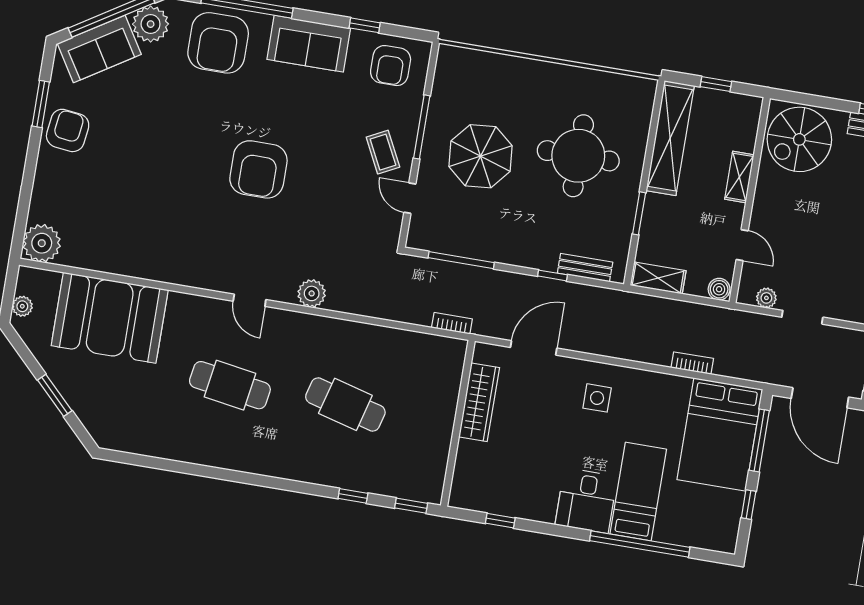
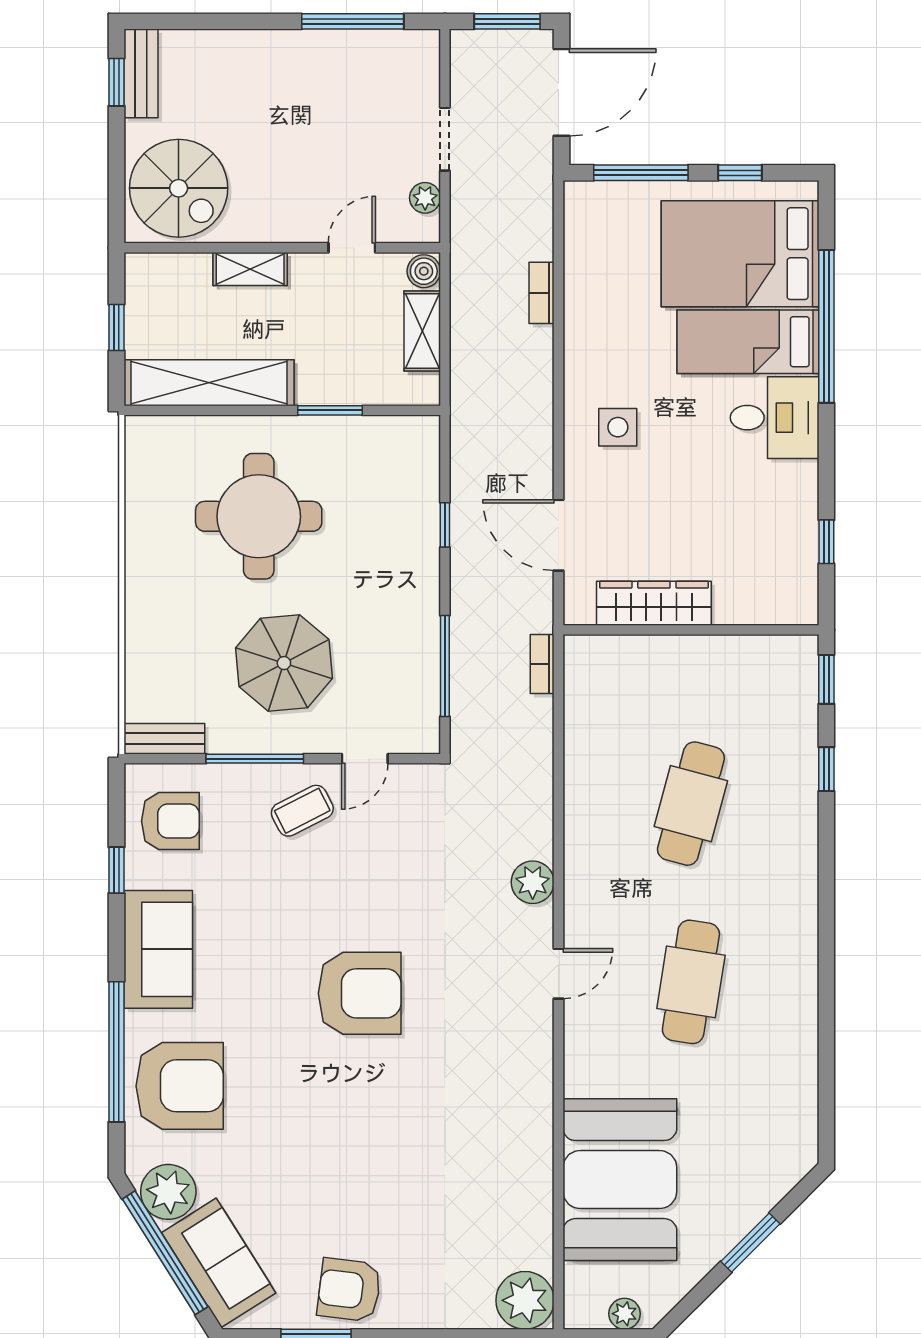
bench: (585, 268) -> (164, 739), moved, turned 90
shelving: (658, 278) -> (422, 331), moved
bed: (720, 434) -> (740, 254), moved, turned 180

